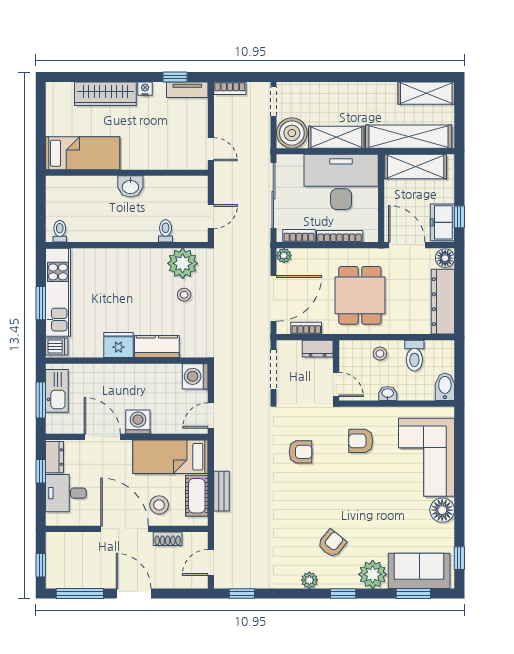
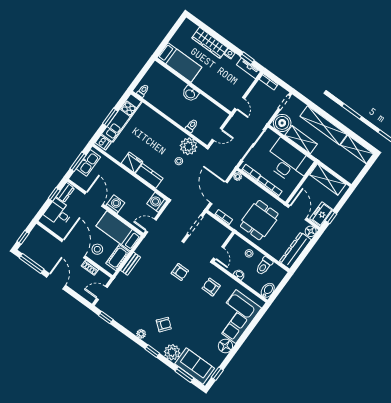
shelving: (409, 137) -> (324, 125), moved
door: (273, 298) -> (219, 193), swing flipped
dresser: (318, 349) -> (222, 230), removed

